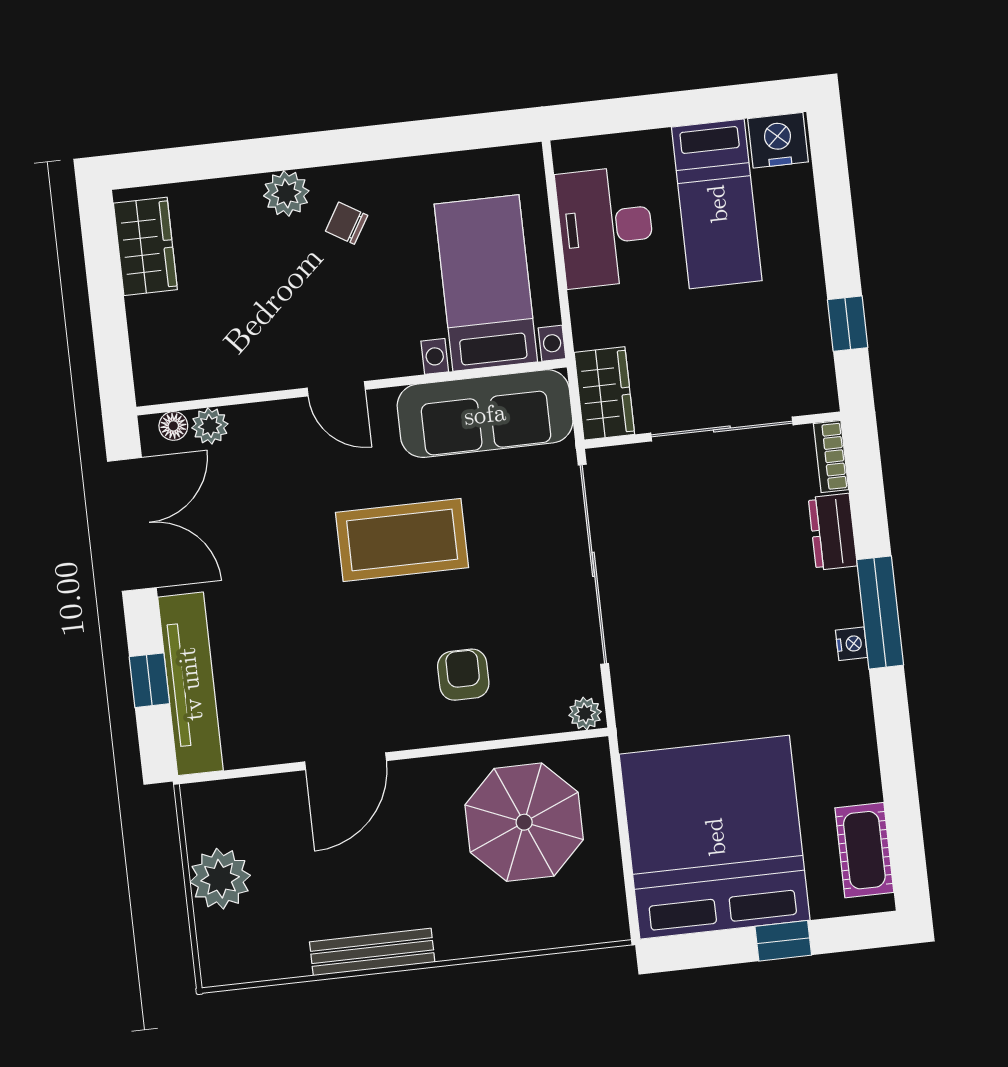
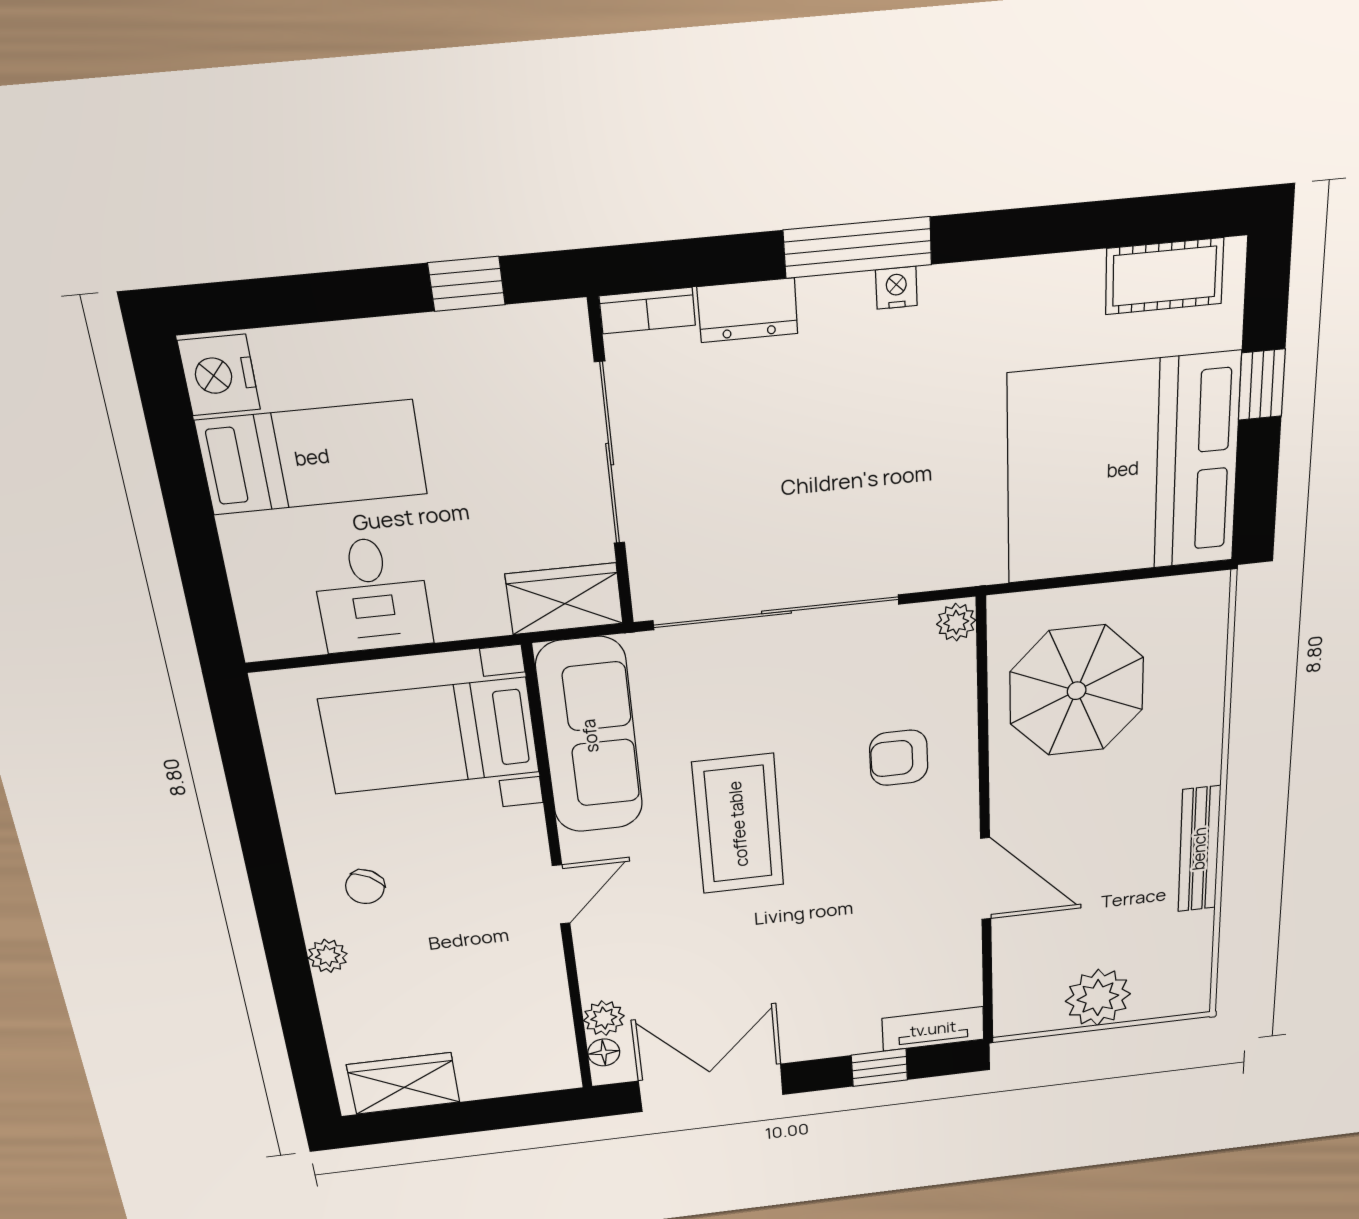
plant: (286, 193) -> (328, 956), width x0.73, depth x0.73
desk: (606, 227) -> (372, 595), width x0.73
tv unit: (190, 684) -> (933, 1029), width x0.52, depth x0.78

